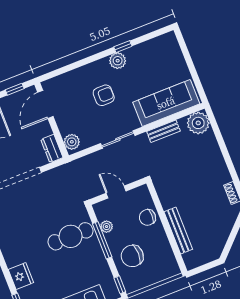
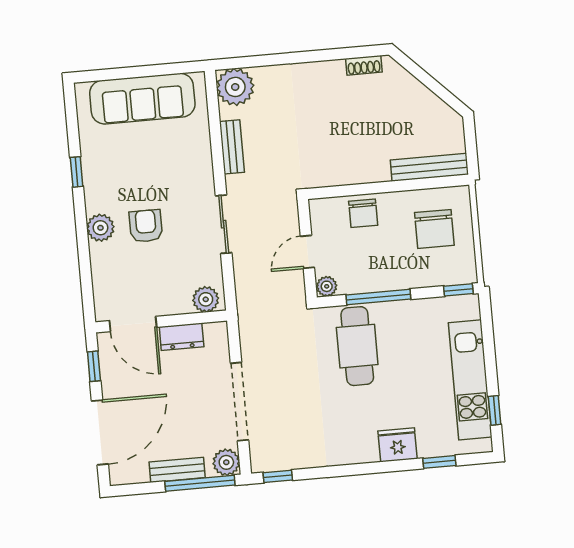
plant: (118, 61) -> (100, 228), moved
sofa: (166, 103) -> (142, 99), moved, turned -90
dresser: (52, 149) -> (182, 337), moved
plant: (107, 227) -> (327, 286), moved
bench: (178, 231) -> (429, 167), moved
chair: (132, 256) -> (434, 229), moved

